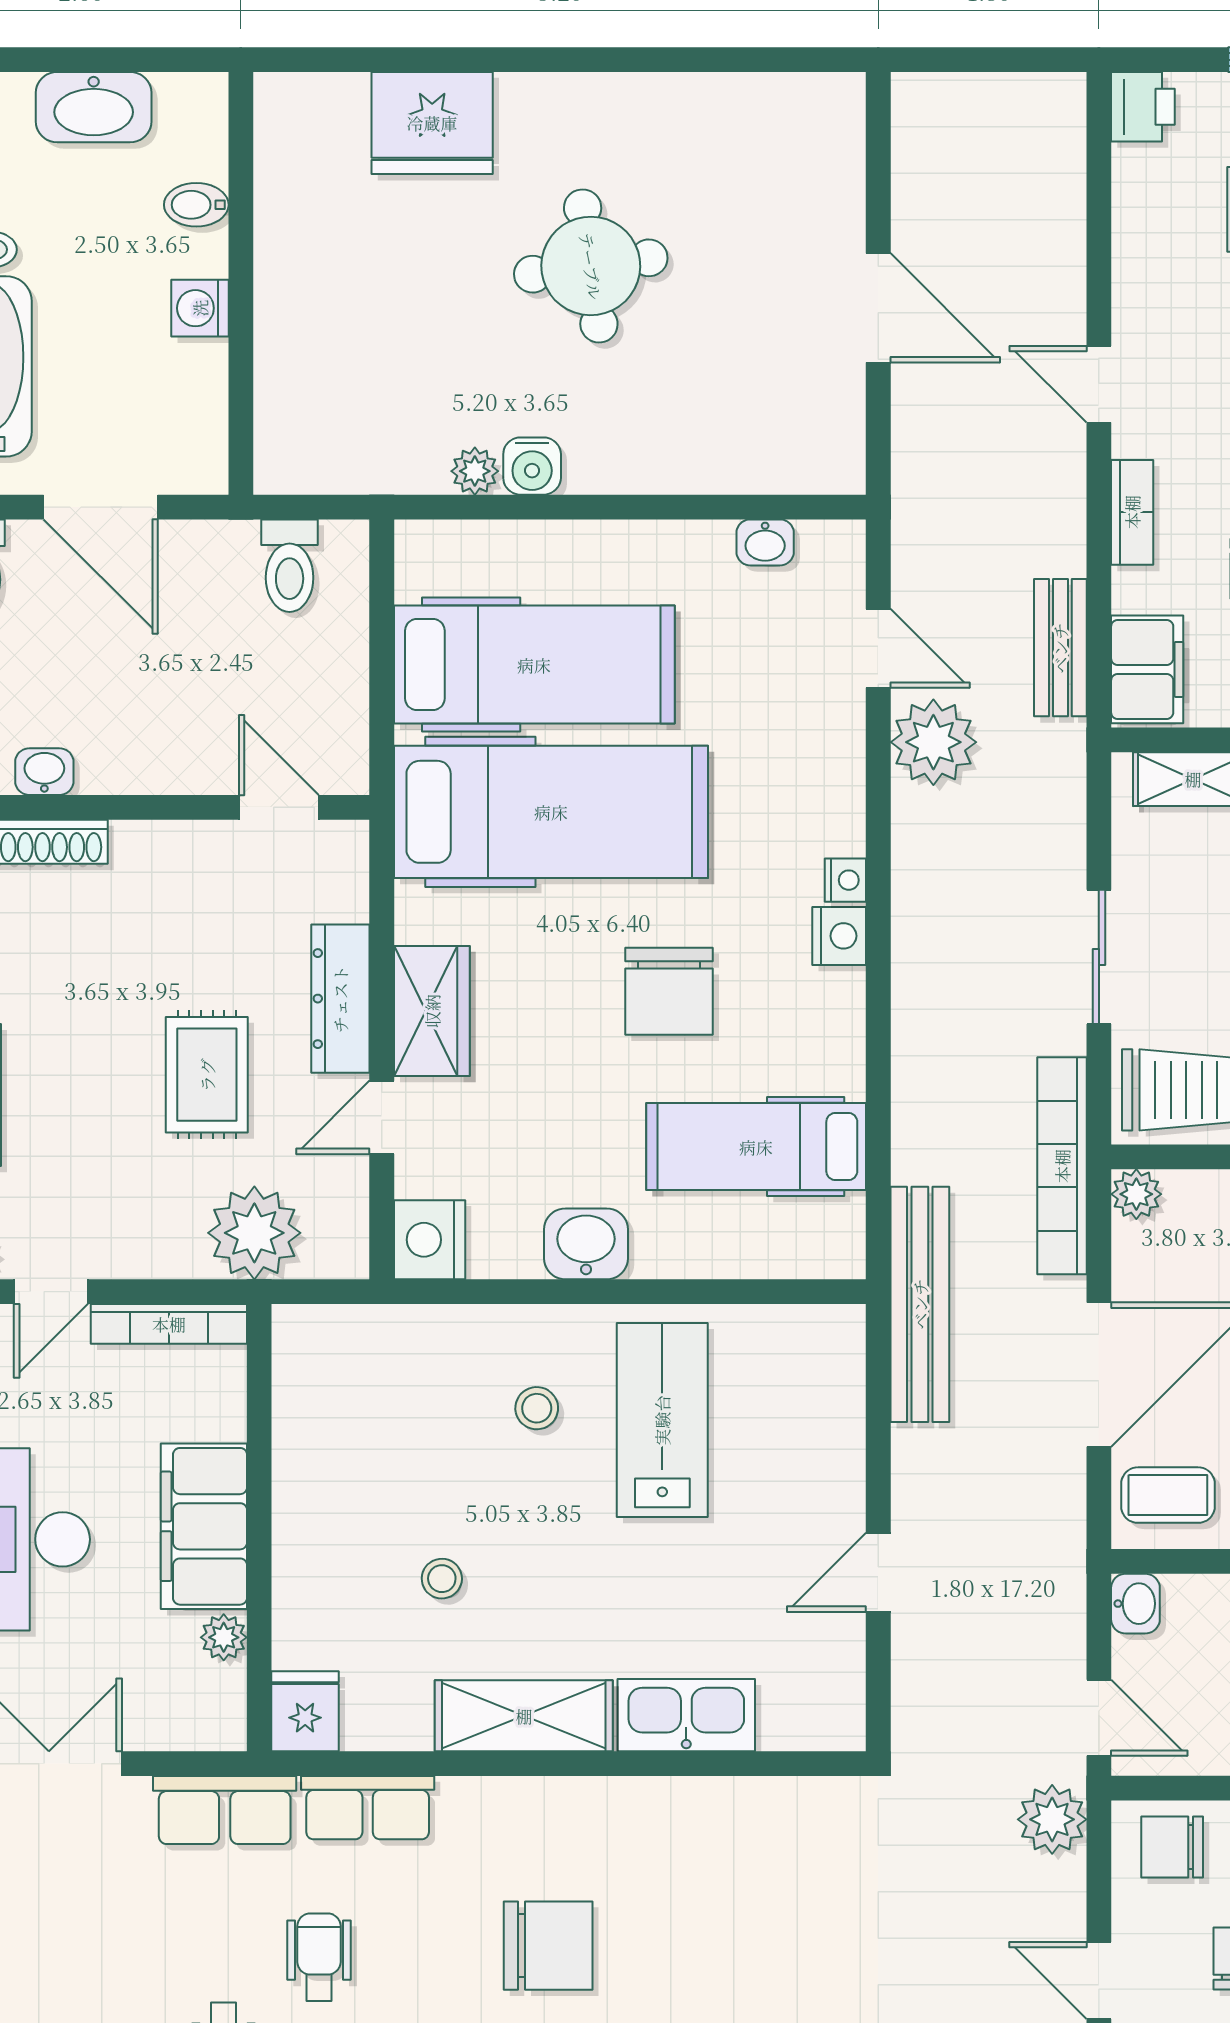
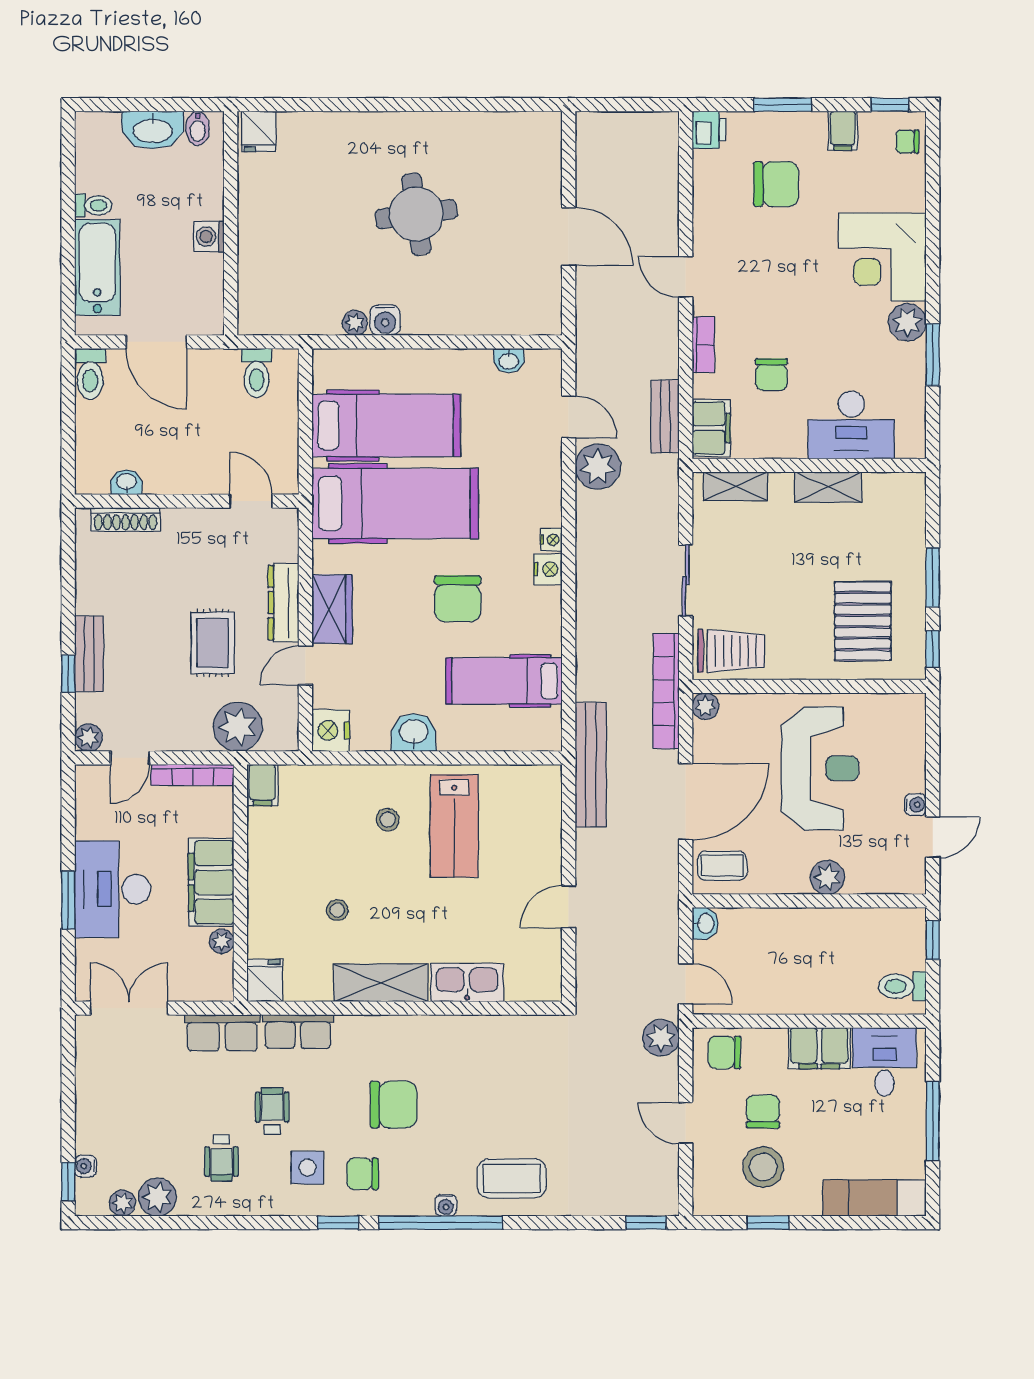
fridge: (432, 123) -> (259, 131), moved, width x0.53, depth x0.75
bidet: (196, 205) -> (198, 128), moved, turned -90
filing cabinet: (301, 1343) -> (262, 785), added
lab bench: (662, 1420) -> (454, 826), turned 180

